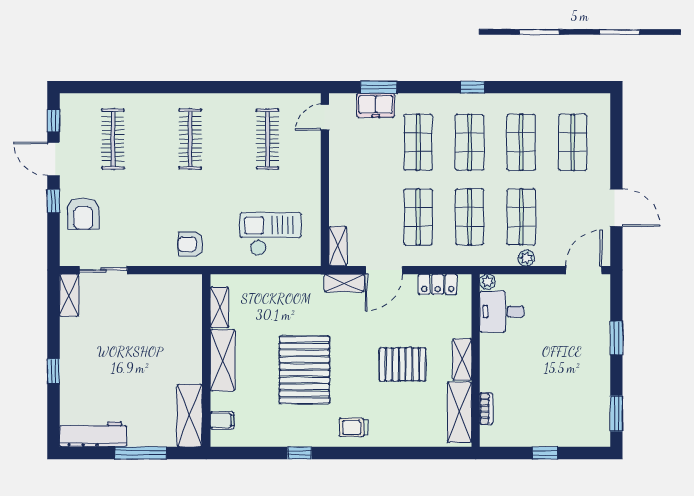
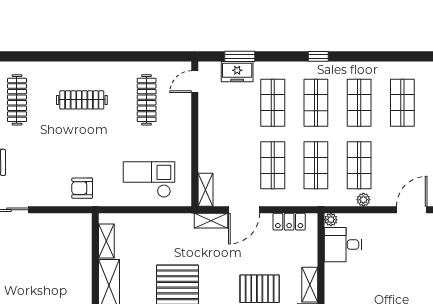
clothes rail: (190, 139) -> (82, 100), turned 90

